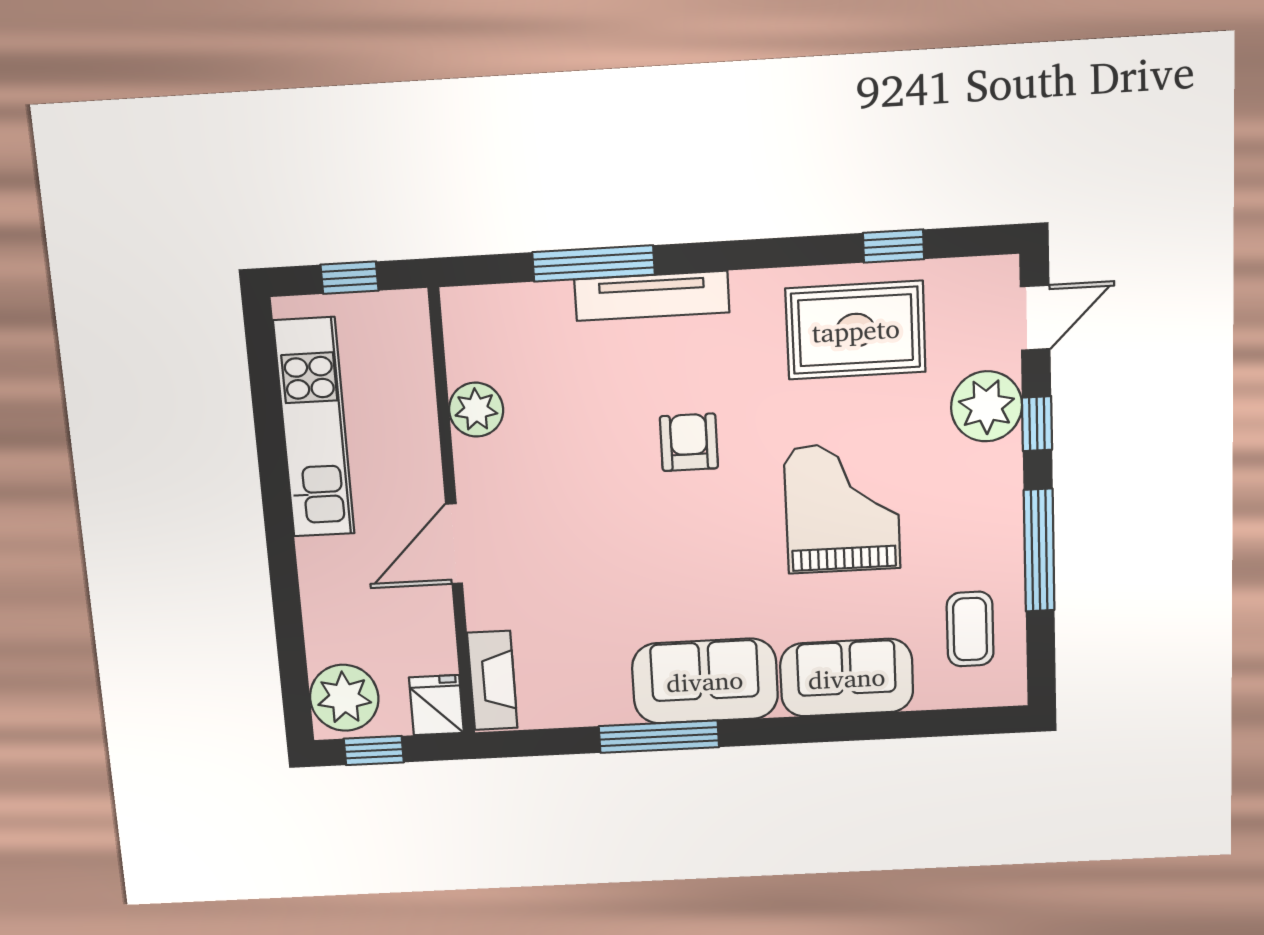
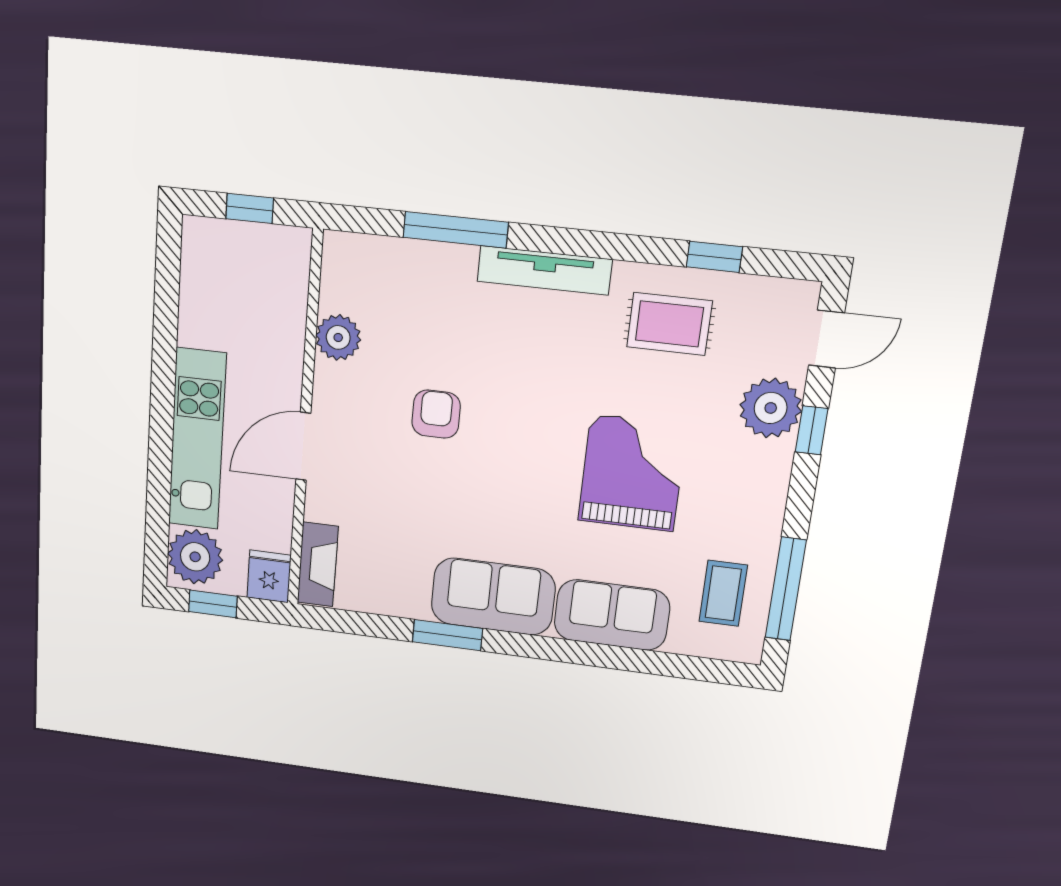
tv unit: (652, 296) -> (544, 270), moved
rug: (856, 330) -> (669, 324), width x0.73, depth x0.70
kitchen unit: (314, 428) -> (197, 439), moved
armchair: (689, 442) -> (436, 414), moved
window: (1039, 550) -> (786, 589), moved
window: (659, 737) -> (447, 635), width x0.69

